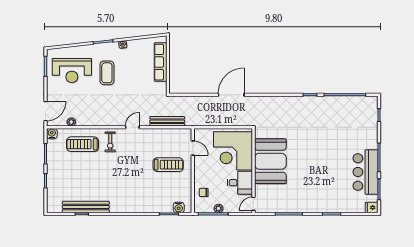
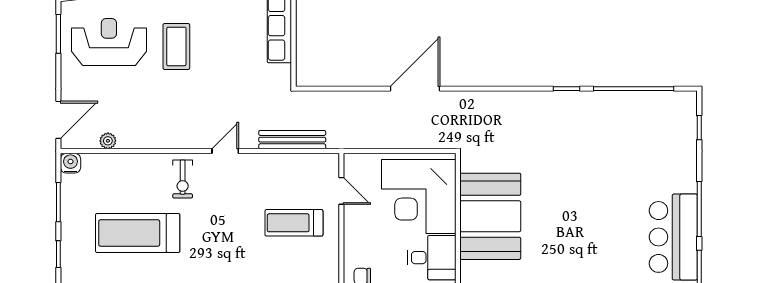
reception desk: (72, 71) -> (109, 42), turned 180
treadmill: (83, 144) -> (138, 233), moved, width x1.37, depth x1.38
treadmill: (168, 165) -> (294, 223), turned 180

